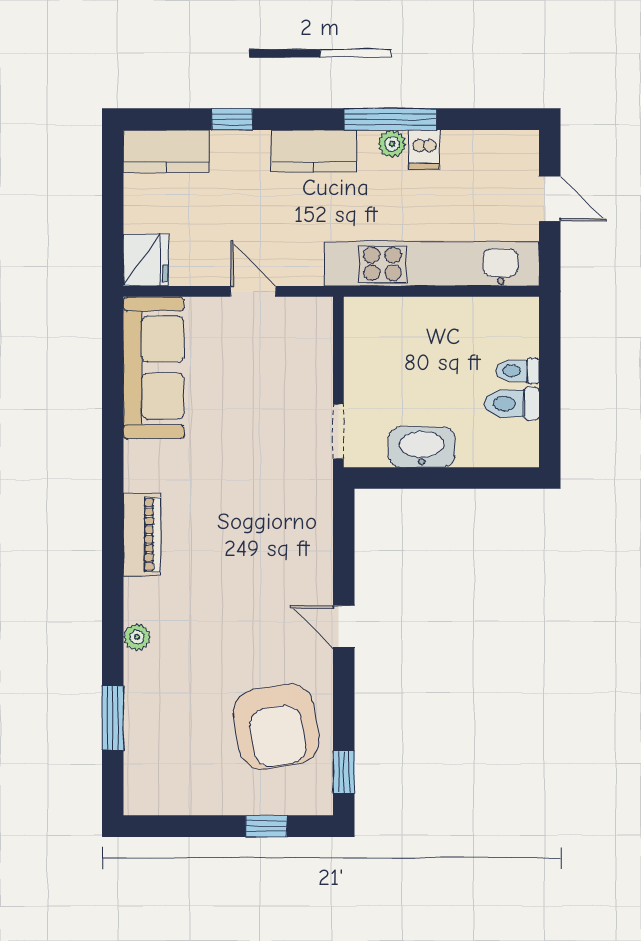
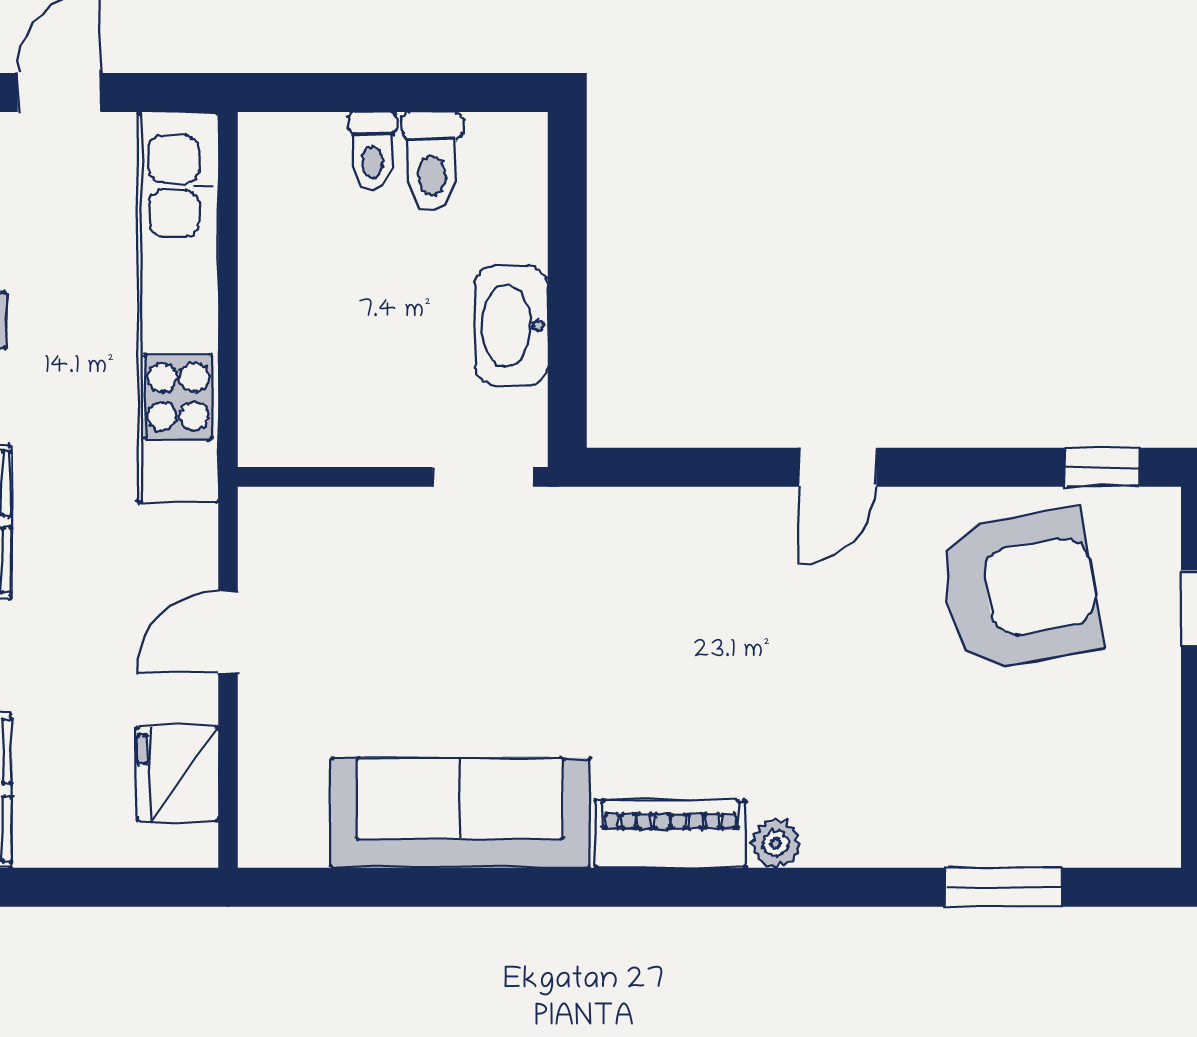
fridge: (146, 260) -> (178, 774), moved, turned -90
sofa: (154, 368) -> (460, 813), moved
plant: (137, 637) -> (776, 843), moved

